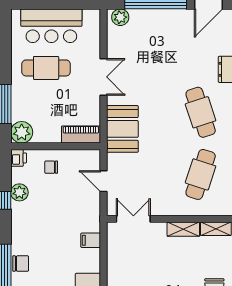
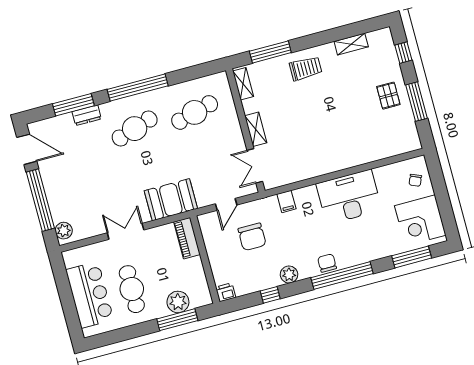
plant: (22, 132) -> (178, 302), moved
chair: (51, 167) -> (252, 237), moved, width x1.87, depth x1.87
cafe table: (201, 174) -> (195, 112), turned -33
plant: (19, 192) -> (289, 274), moved
shelving: (183, 229) -> (256, 129), moved

